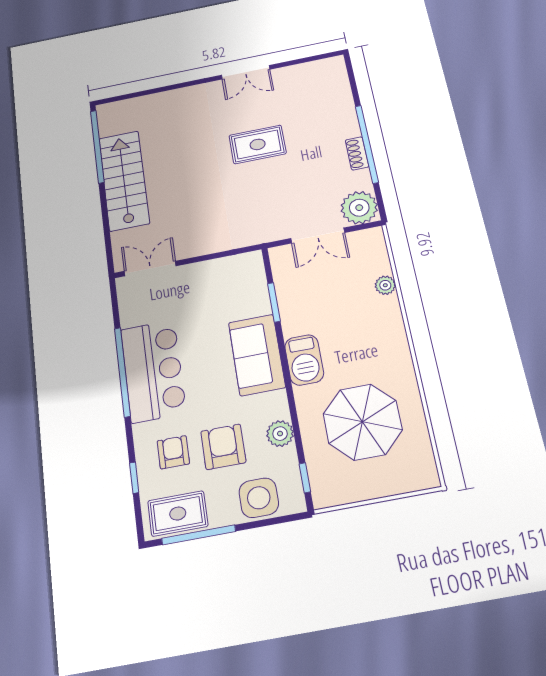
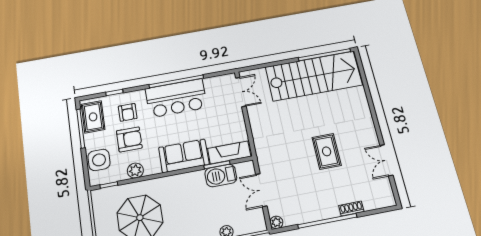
double door: (246, 72) -> (386, 160), moved
shoe rack: (357, 153) -> (351, 209), moved
stairs: (124, 180) -> (314, 76), width x1.36, depth x1.51
plant: (359, 208) -> (276, 222), width x0.53, depth x0.53
fireplace: (254, 284) -> (229, 152), added
barbecue: (304, 360) -> (221, 176), moved
armchair: (173, 452) -> (128, 112), turned 90

